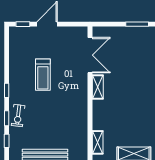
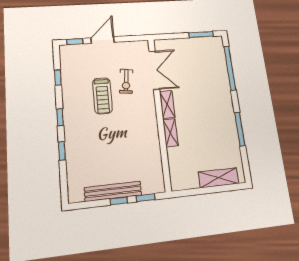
exercise bike: (18, 116) -> (126, 81), moved
window: (7, 141) -> (58, 78), moved
shelving: (98, 142) -> (171, 133), moved

